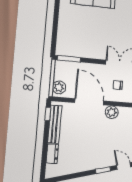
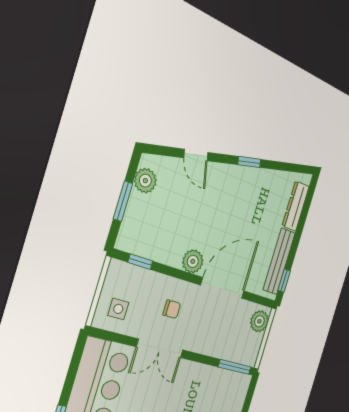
door: (89, 102) -> (223, 288), swing flipped
dresser: (52, 154) -> (296, 206), width x1.44
window: (103, 170) -> (249, 162), moved

